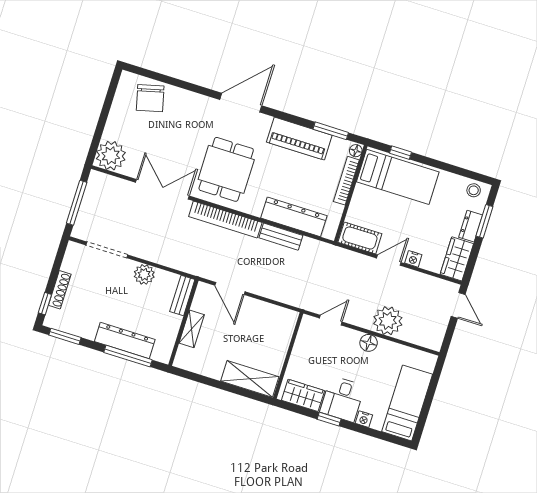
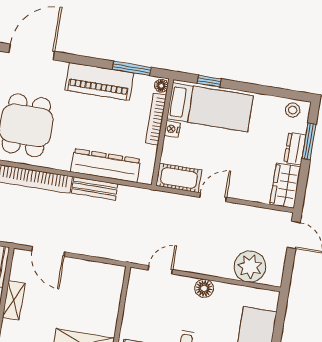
nightstand: (413, 259) -> (172, 129), moved, turned 90
plant: (388, 321) -> (250, 267), moved

